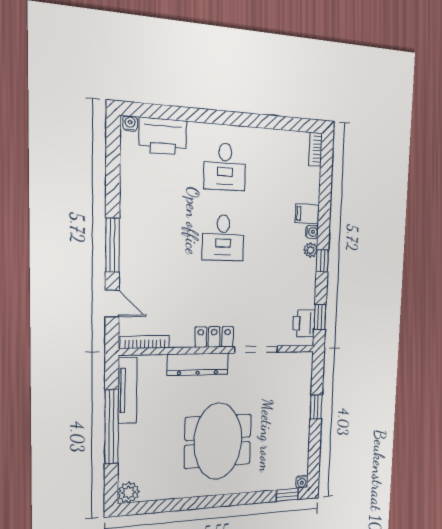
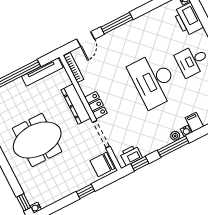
desk: (223, 238) -> (153, 81), width x1.87, depth x1.30
window: (322, 261) -> (173, 147), width x2.17
chair: (295, 368) -> (102, 165), added

